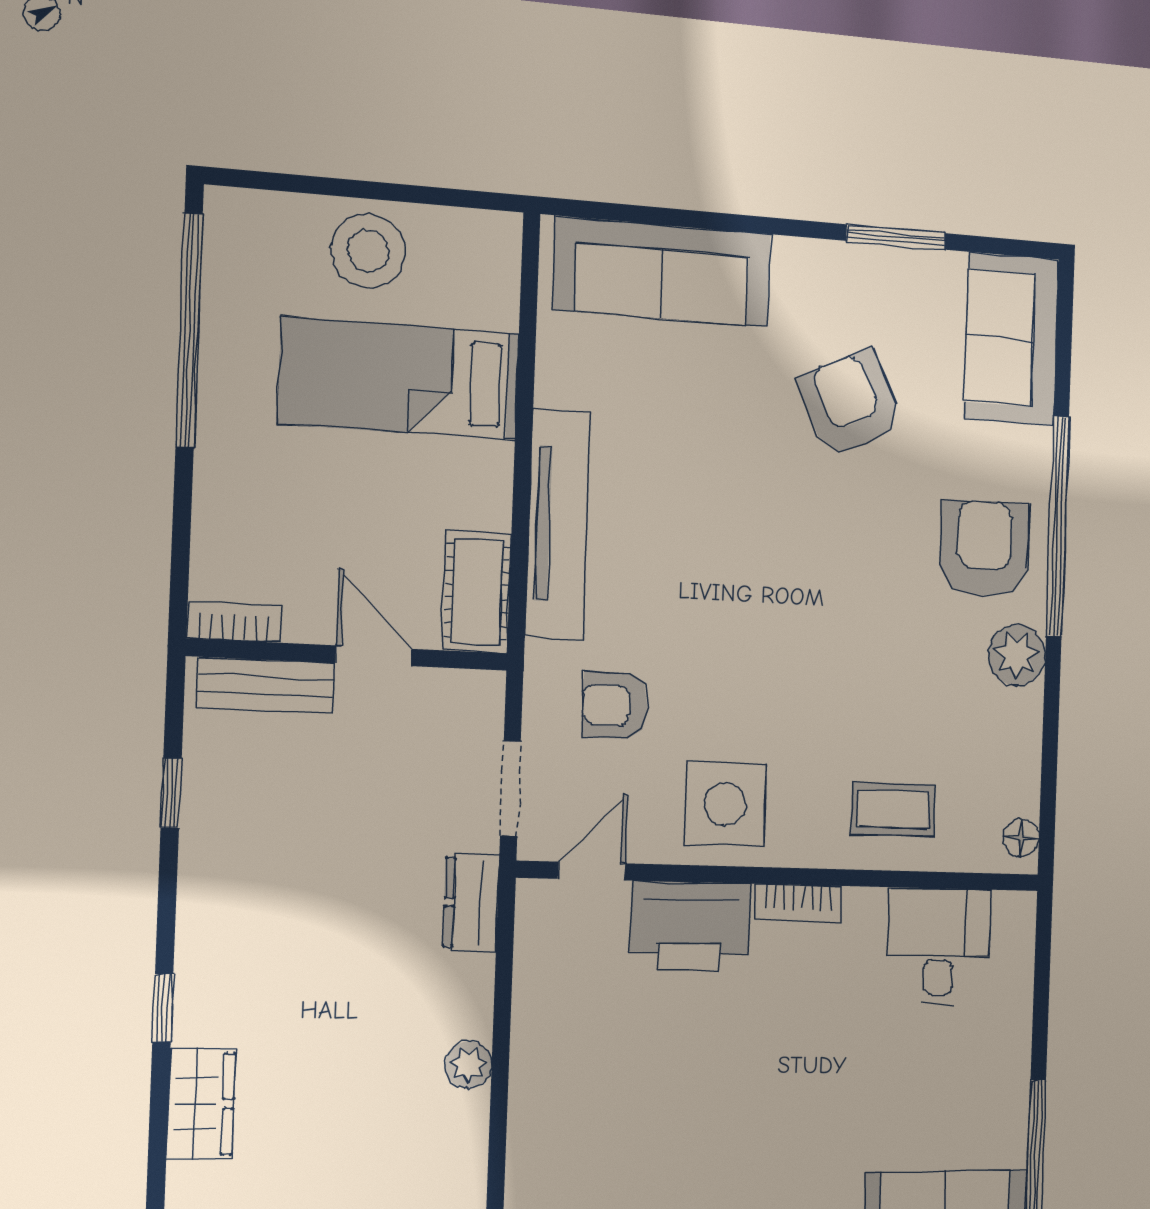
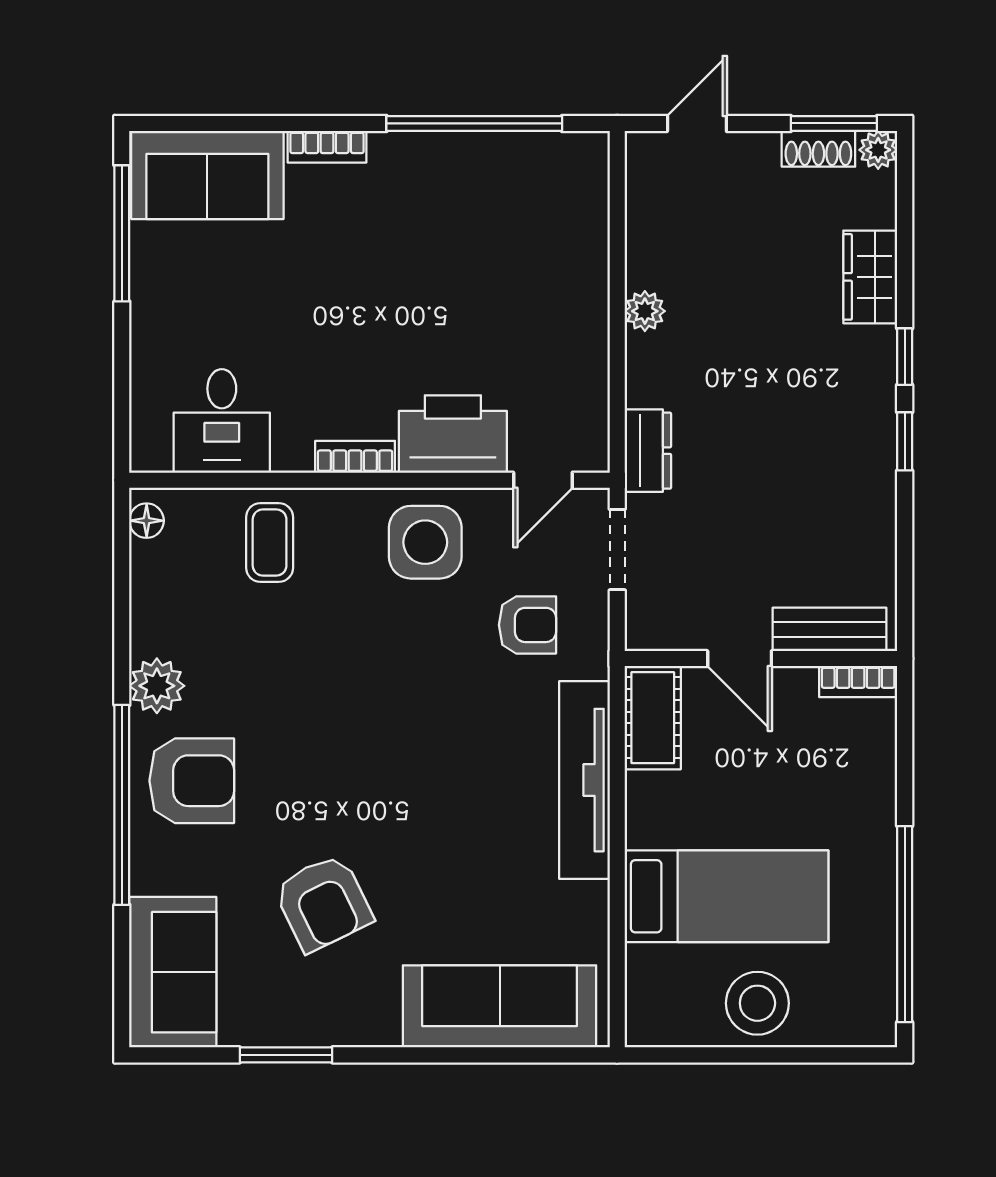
armchair: (984, 549) -> (192, 781), turned -90
window: (171, 793) -> (905, 441), moved
coffee table: (893, 809) -> (270, 543), turned 90

